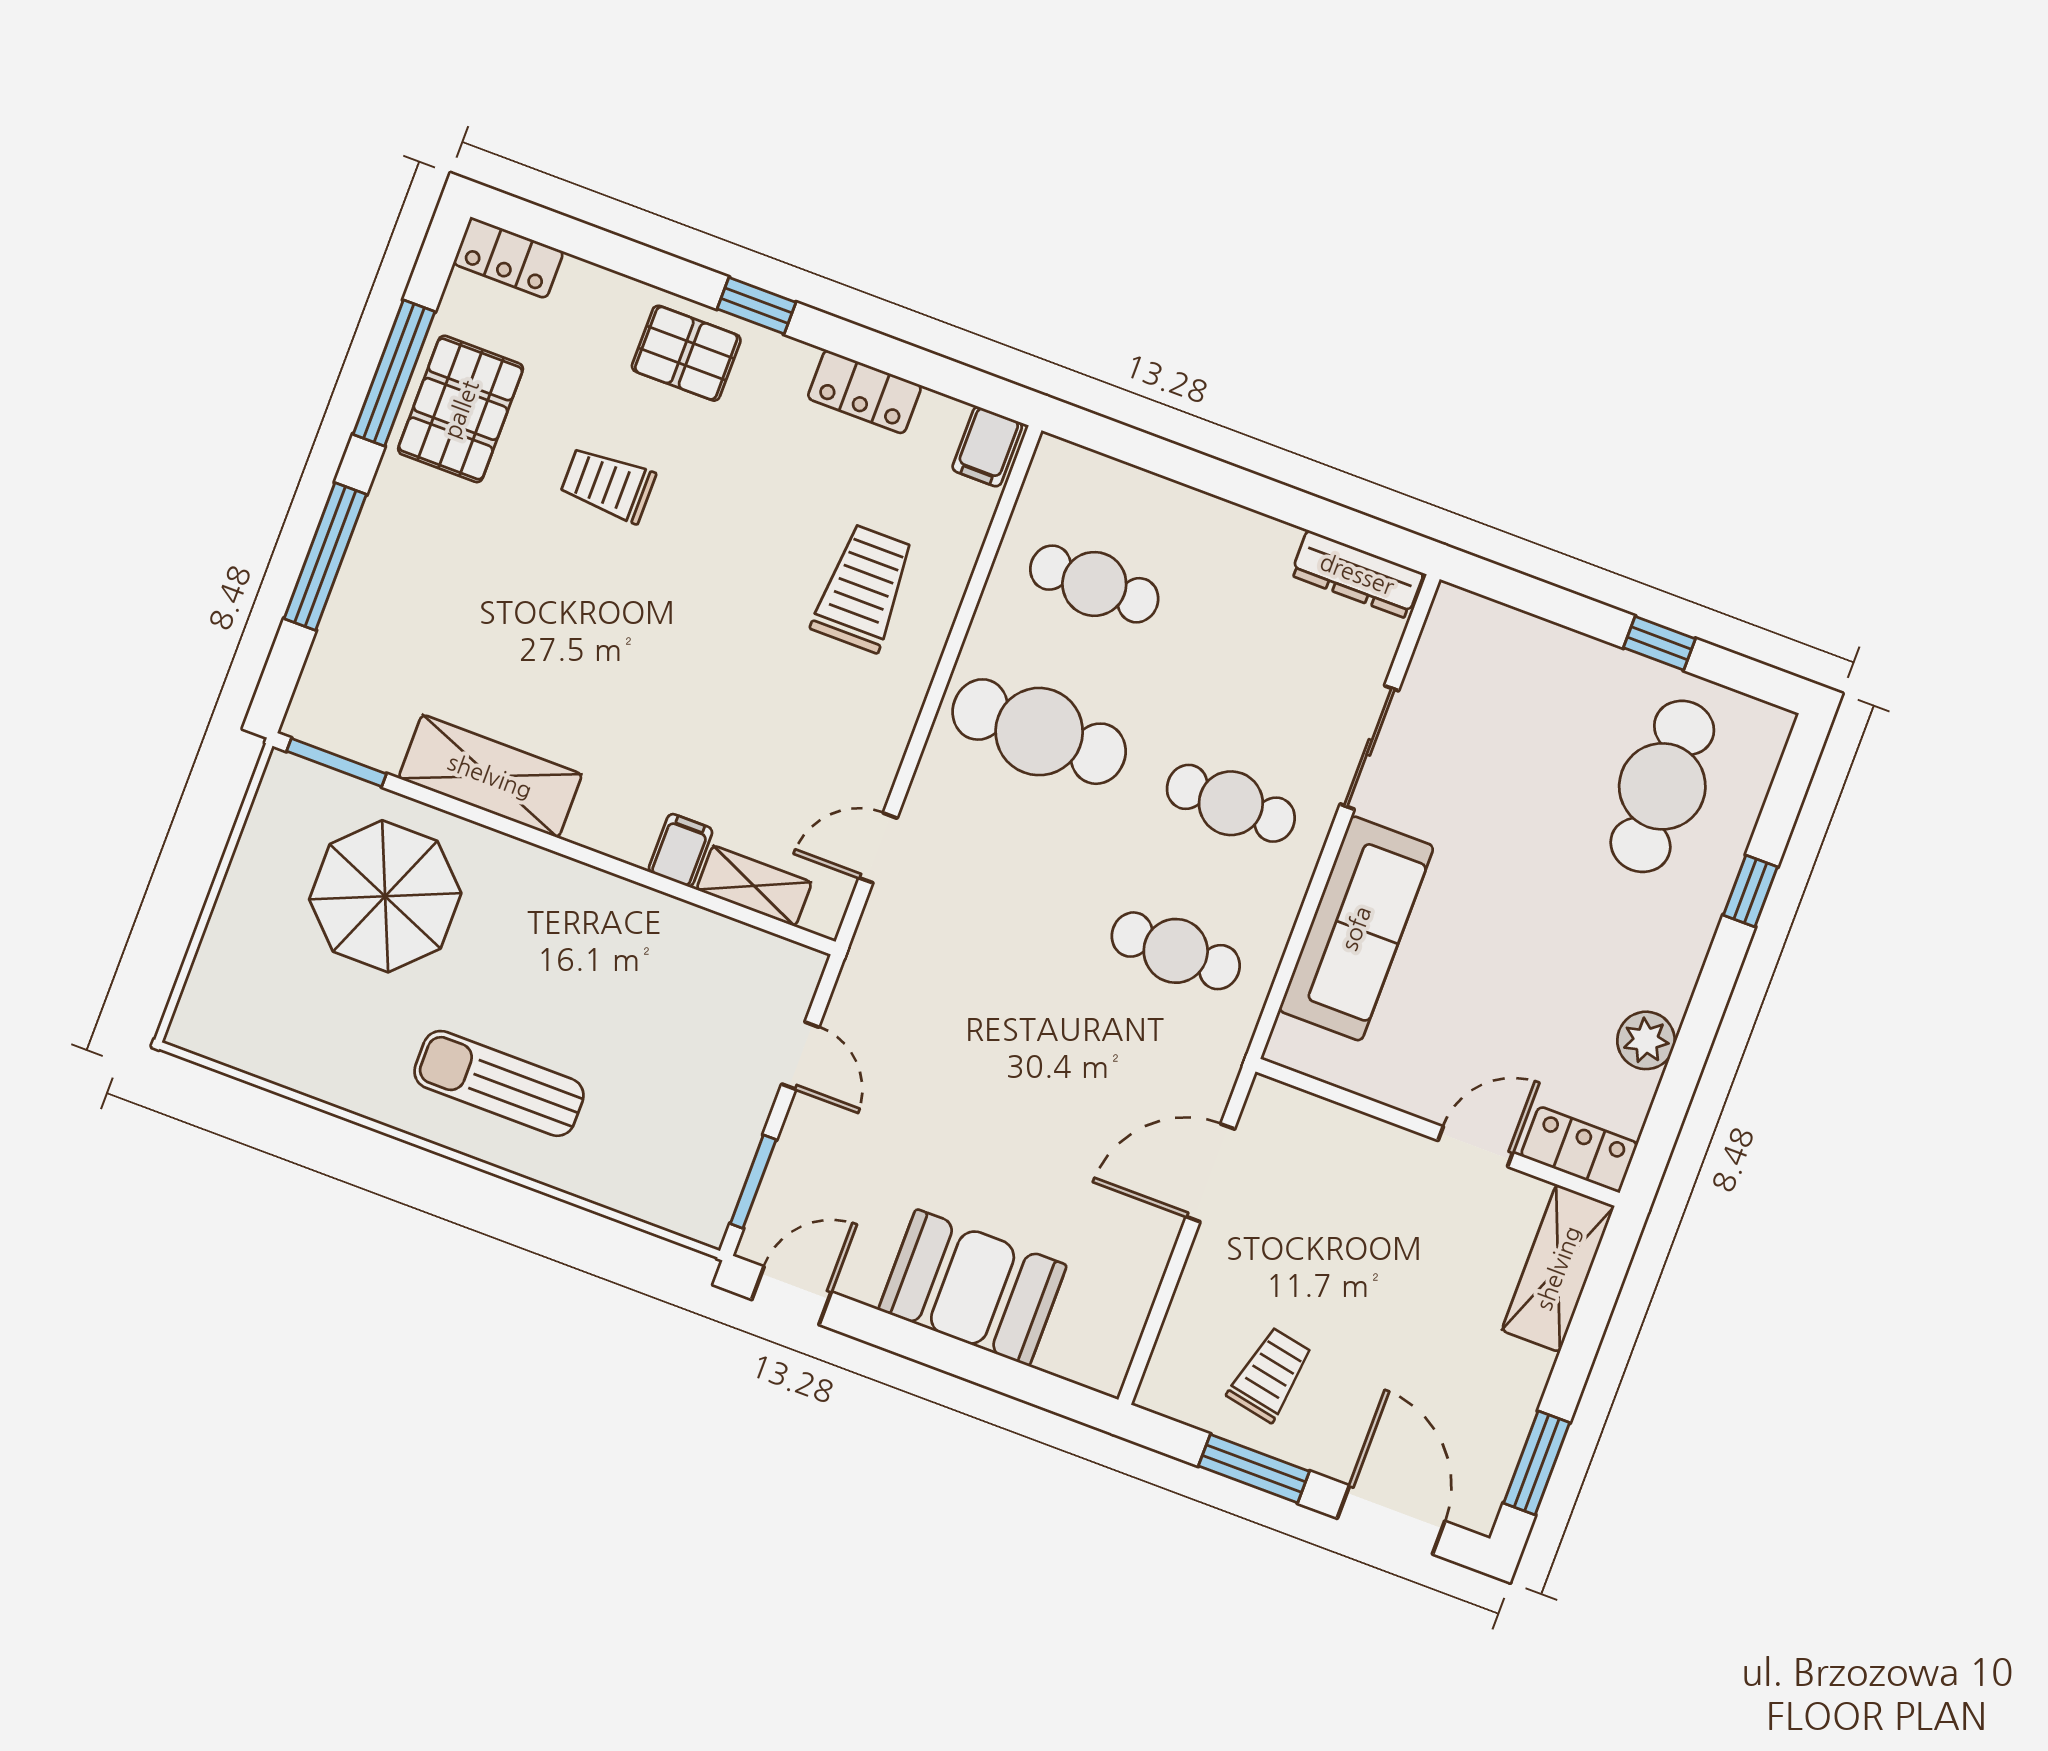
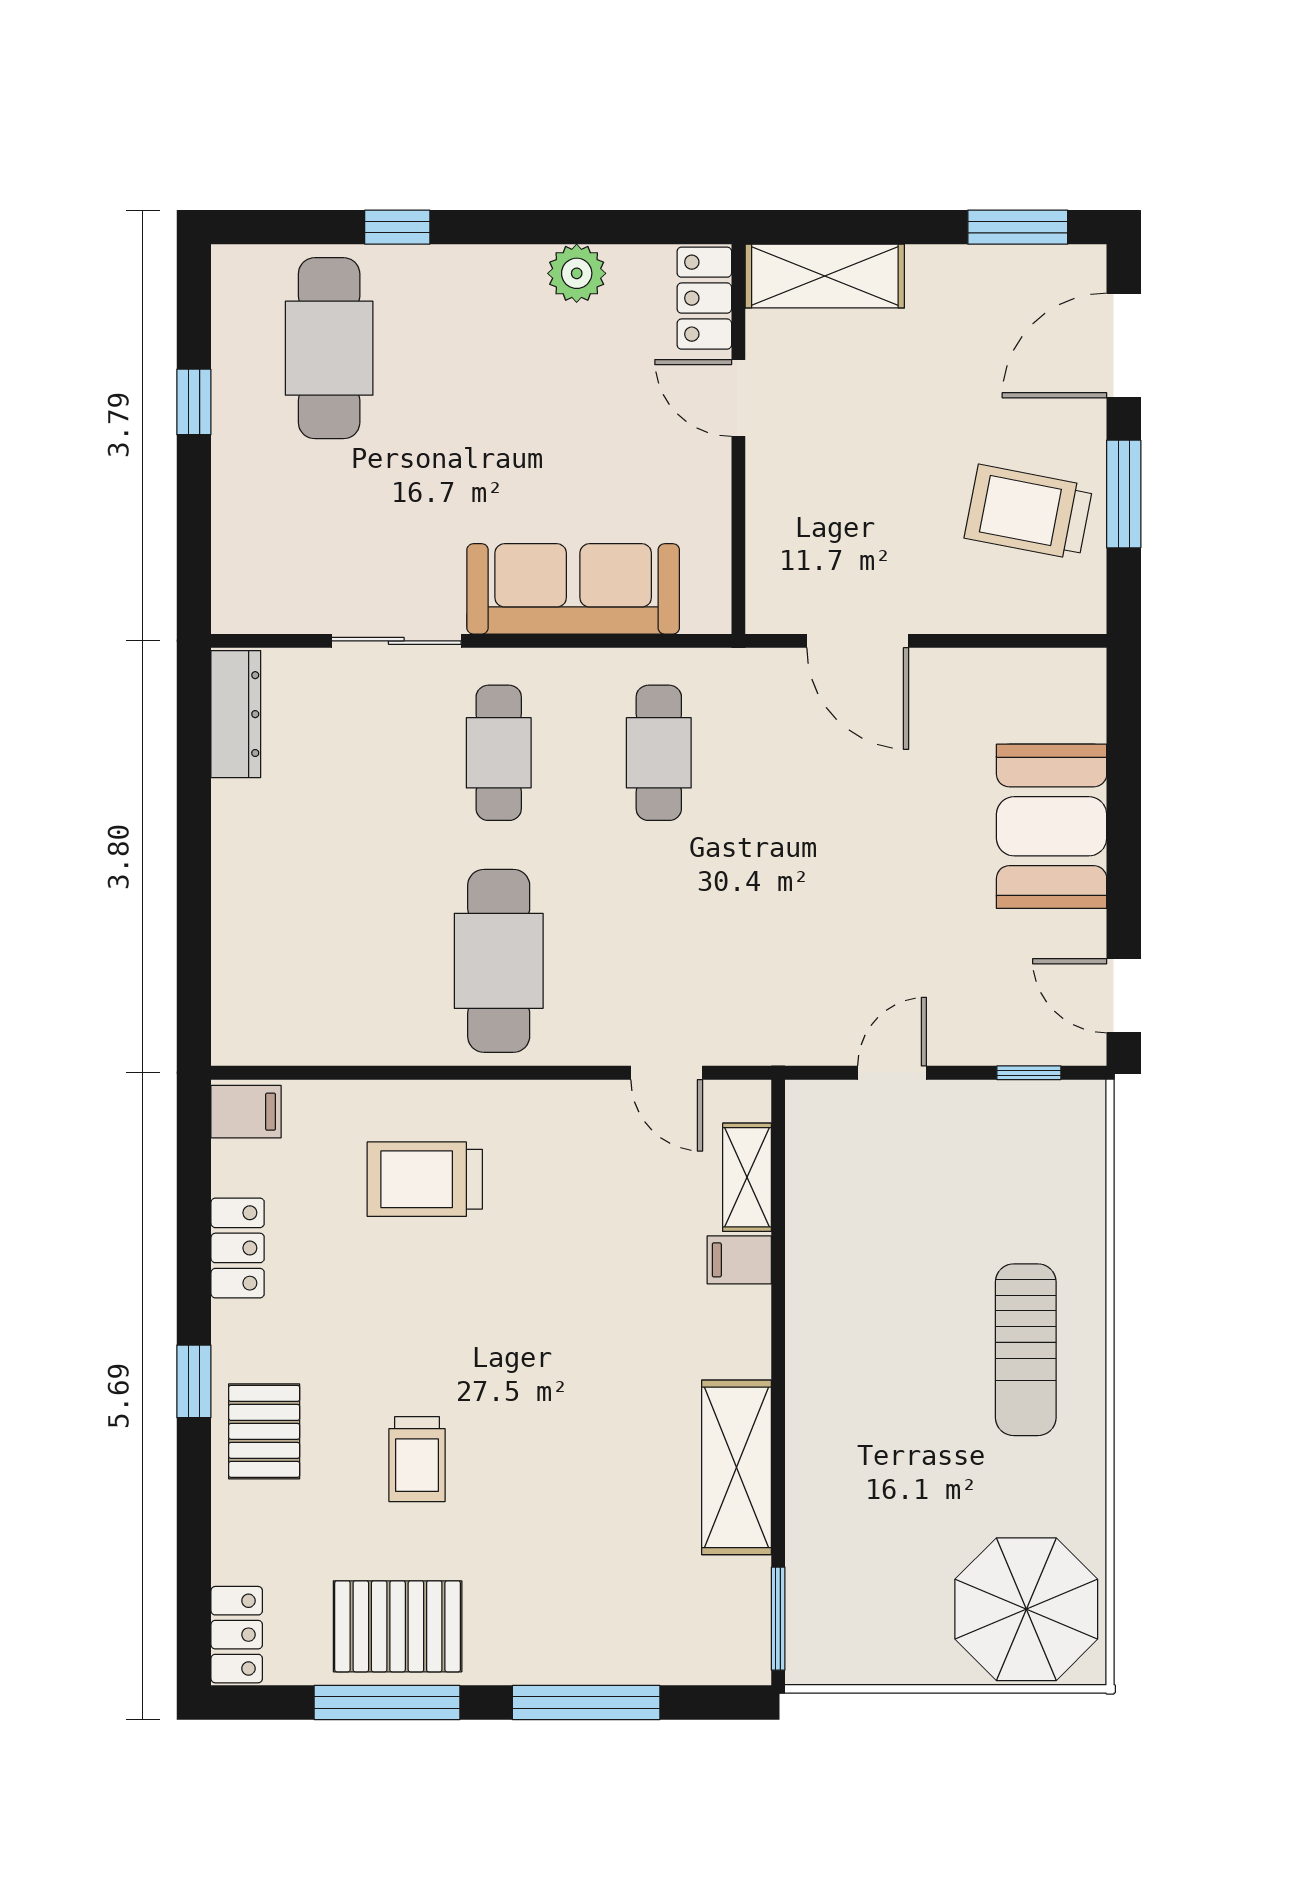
cafe table: (1094, 584) -> (339, 961), removed
cafe table: (1662, 786) -> (329, 348), turned 90
parasol: (385, 896) -> (1026, 1609), moved
window: (753, 1182) -> (1029, 1073), width x0.67
trolley: (1270, 1375) -> (1028, 512), width x1.36, depth x1.39

